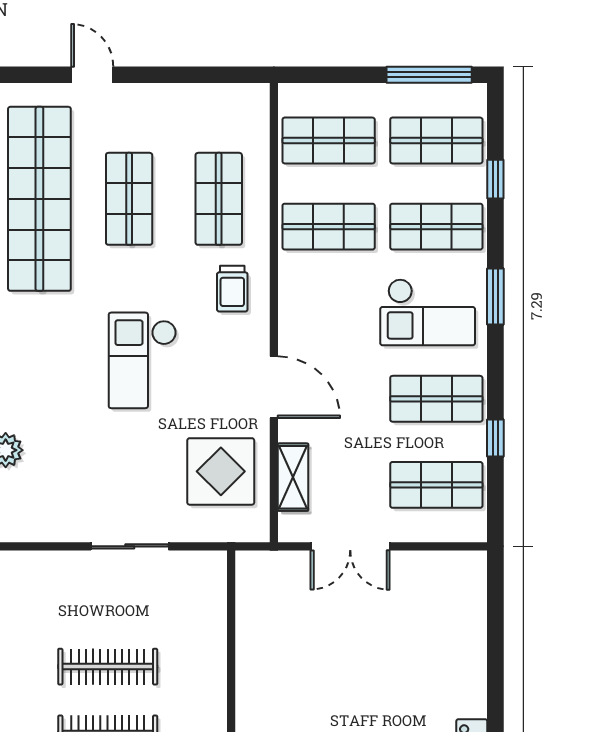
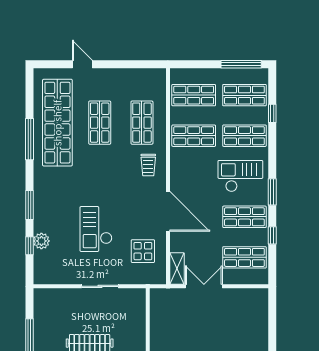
window: (495, 297) -> (272, 192), moved
checkout: (428, 312) -> (240, 176), turned 180
checkout: (142, 360) -> (96, 229), moved
door: (274, 387) -> (168, 211), width x1.36
display table: (221, 471) -> (143, 251), width x0.73, depth x0.73
shelving: (293, 477) -> (177, 269), moved
double door: (350, 546) -> (204, 286), swing flipped

